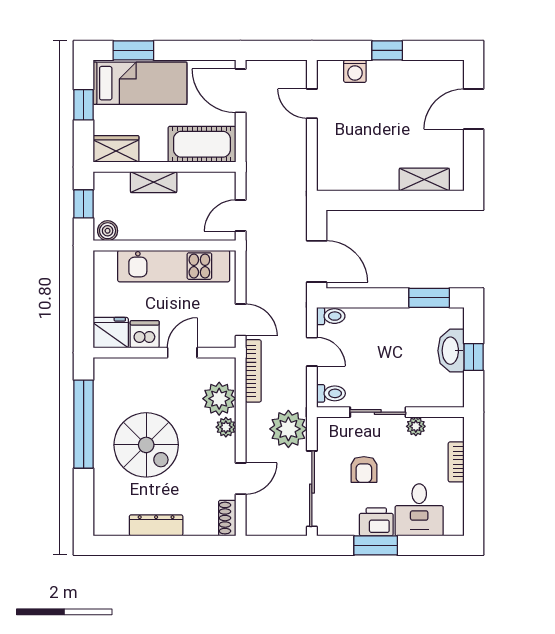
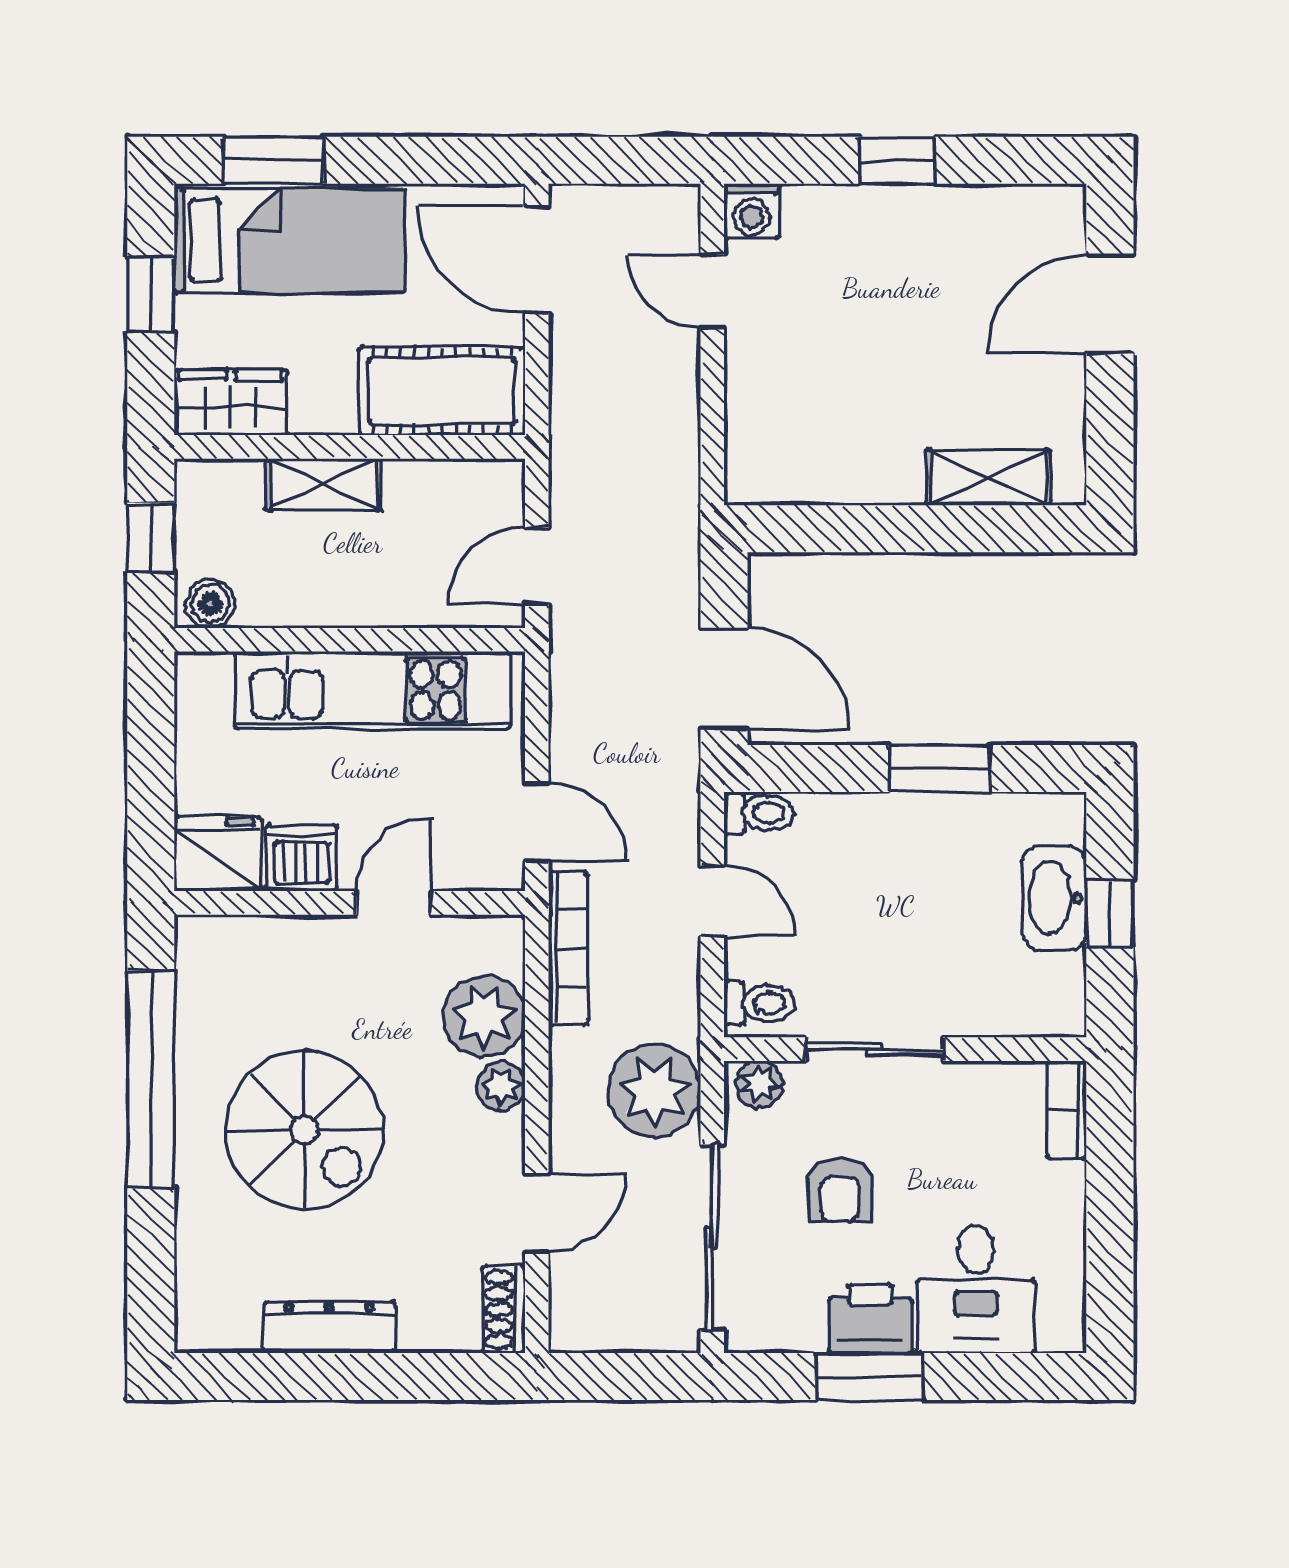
washing machine: (355, 71) -> (752, 211), moved
window: (429, 298) -> (939, 768), moved
plant: (416, 426) -> (760, 1084), moved
bookcase: (456, 462) -> (1067, 1110), moved

